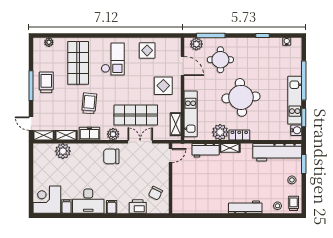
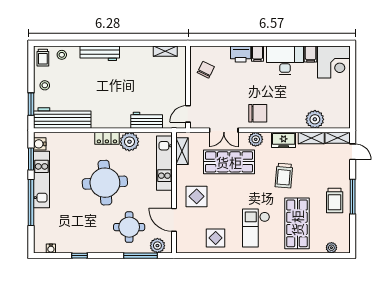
shelving: (230, 148) -> (165, 51), moved
printer: (138, 206) -> (241, 54), moved

